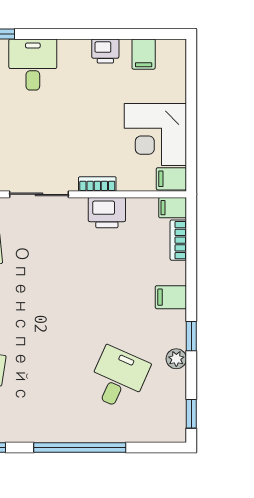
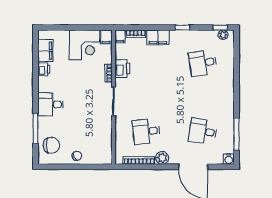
filing cabinet: (144, 54) -> (45, 51), width x2.00
filing cabinet: (171, 297) -> (158, 37), width x2.00
plant: (176, 359) -> (223, 35), moved
desk: (118, 378) -> (203, 63), turned -33
window: (80, 448) -> (237, 82), removed

